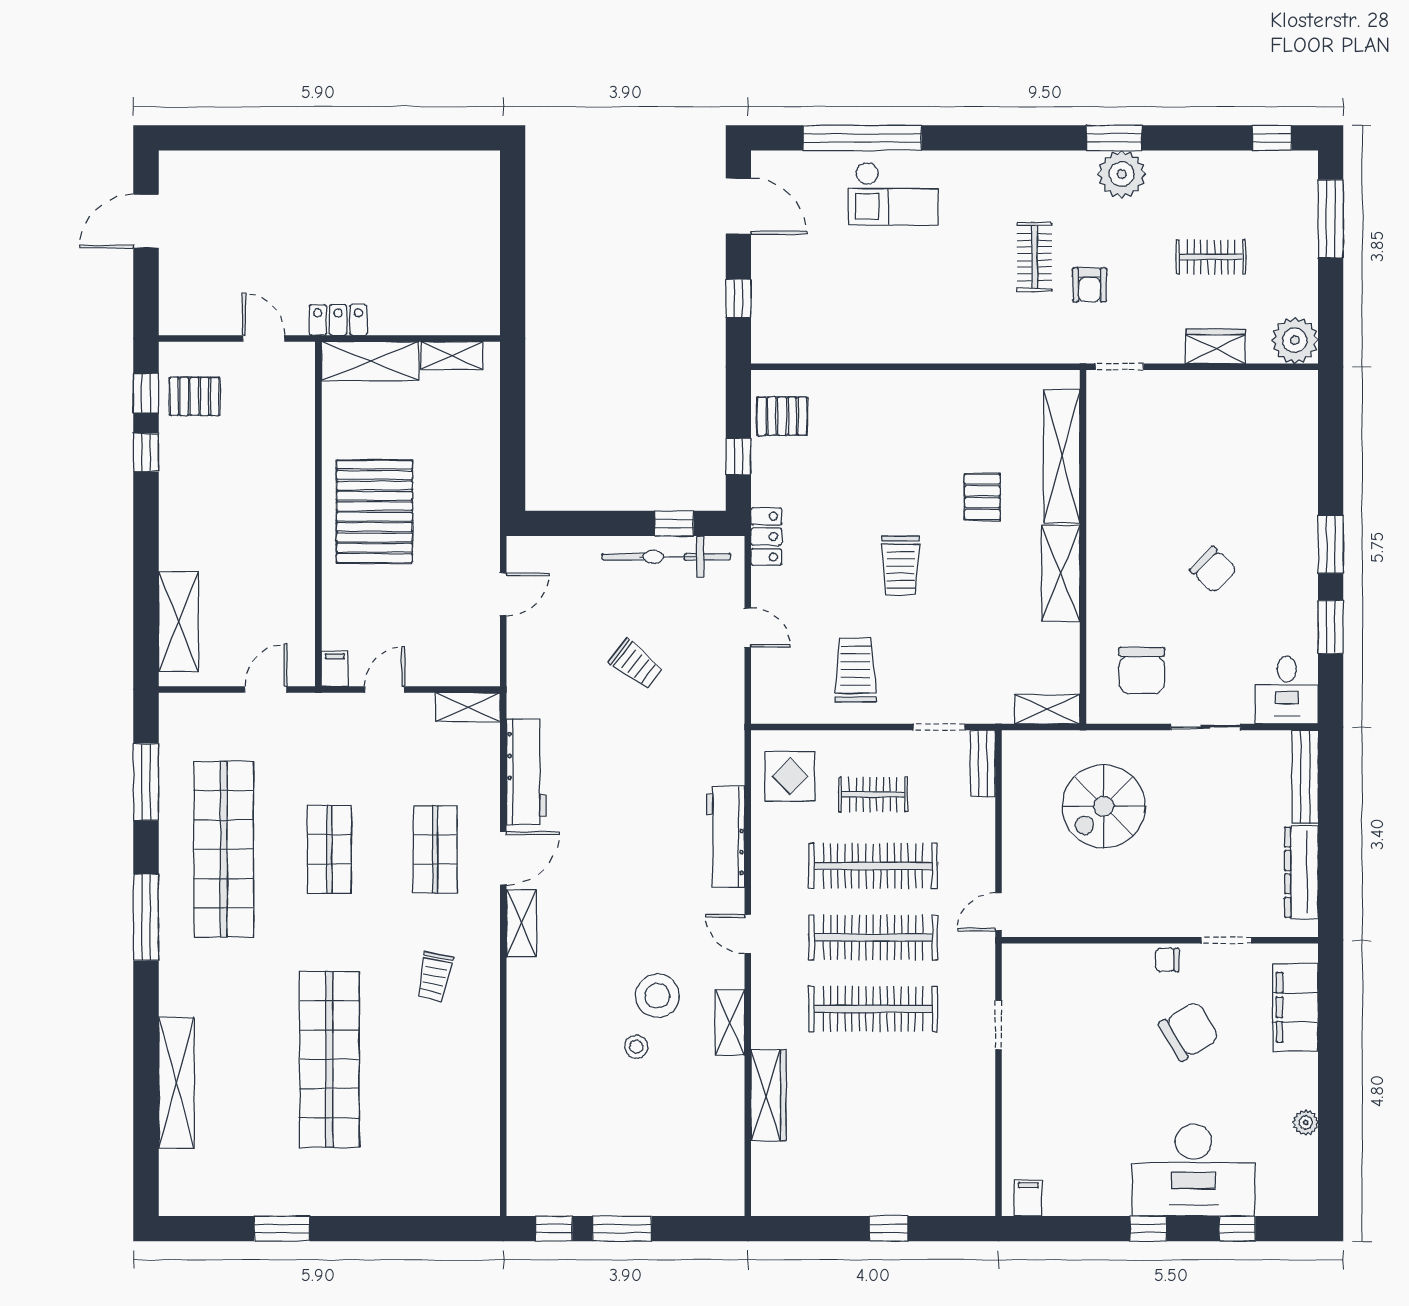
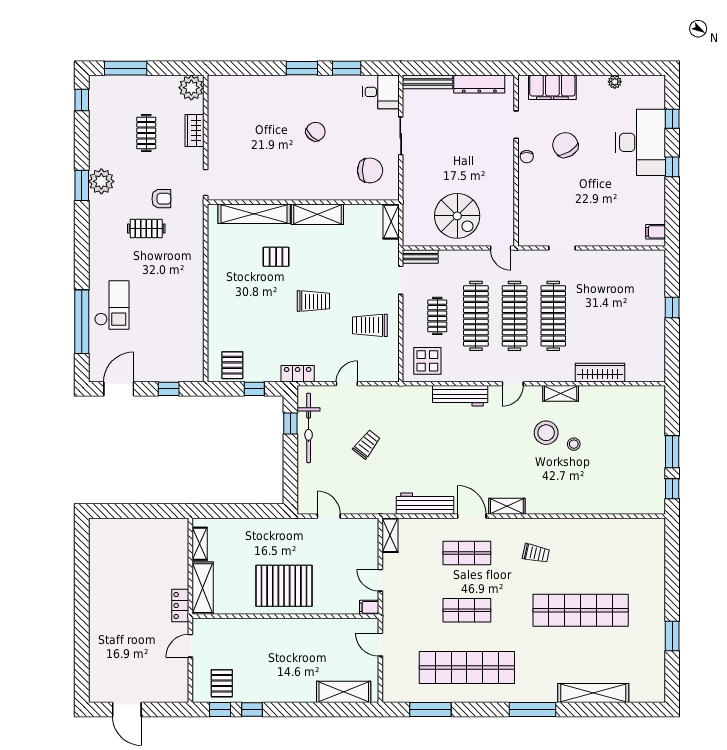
spiral stairs: (1104, 806) -> (457, 216), moved
window: (146, 917) -> (533, 709), moved

